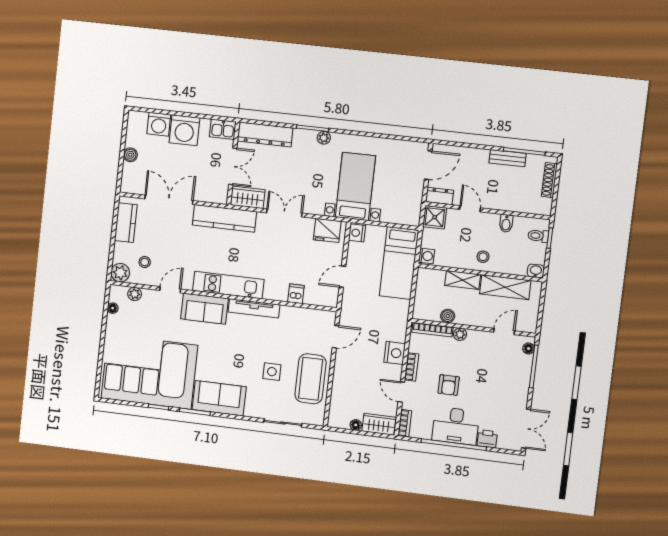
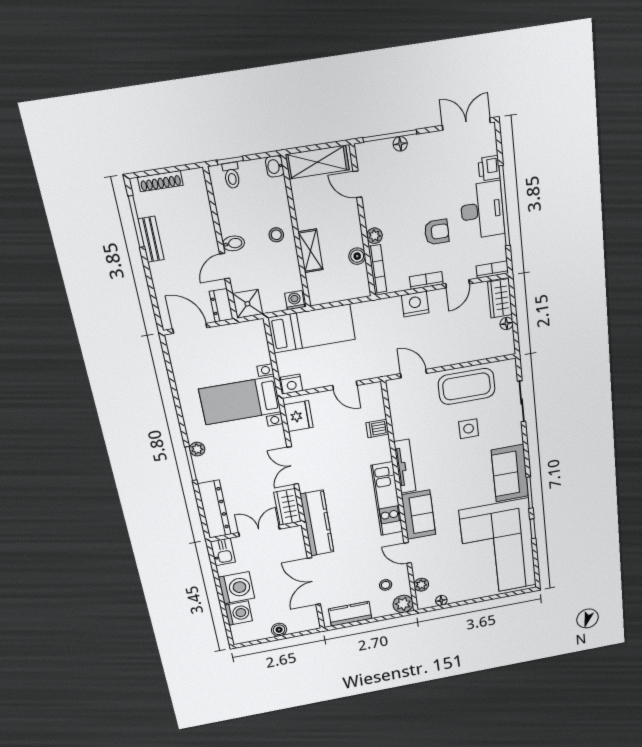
bidet: (506, 223) -> (233, 243), moved
shelving: (505, 287) -> (317, 162), moved, turned 90
floor lamp: (529, 349) -> (400, 144), moved

